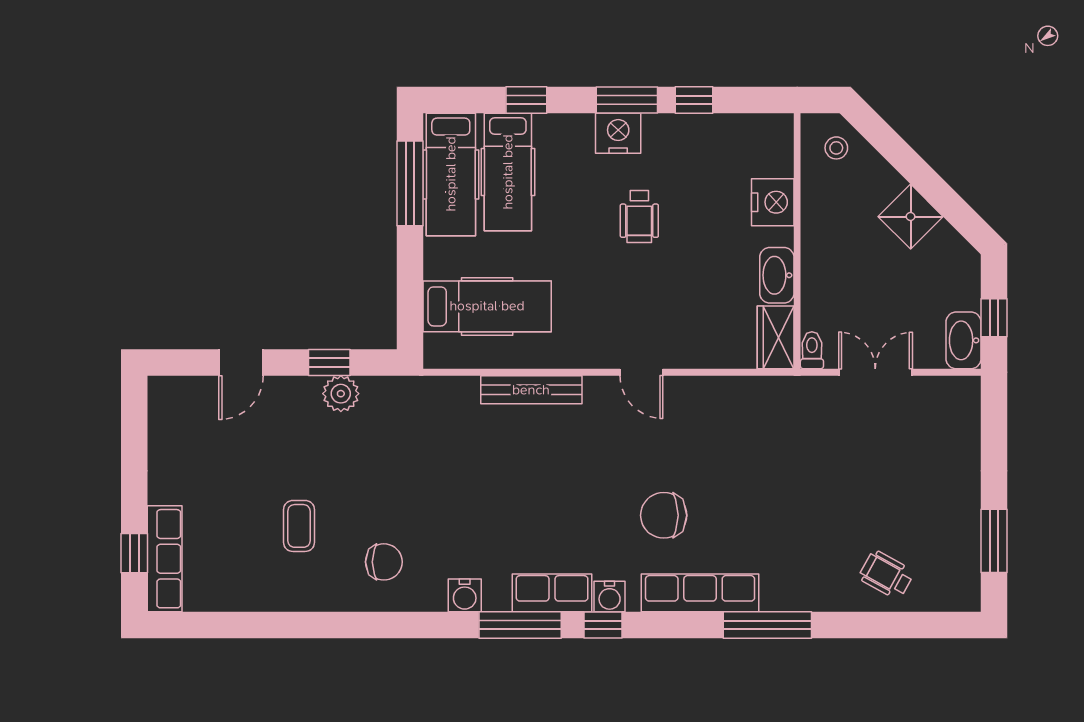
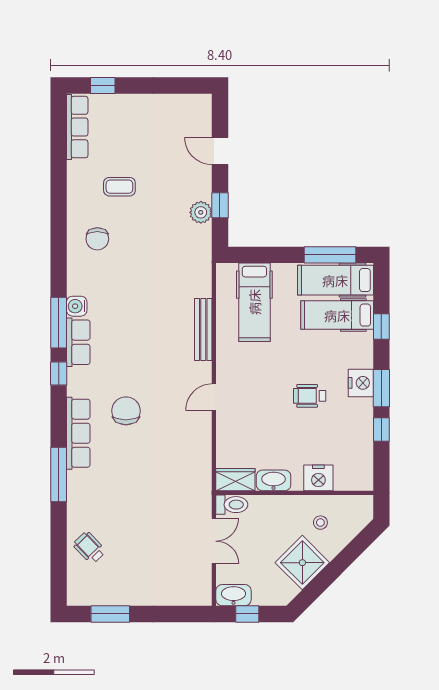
stool: (836, 148) -> (320, 523), moved
shower: (911, 217) -> (302, 563), width x1.36, depth x1.36
toilet: (812, 350) -> (232, 505), width x1.37, depth x1.39
row of seats: (165, 559) -> (77, 127), moved, turned -90
wheelchair: (886, 575) -> (89, 548), turned -73
water cooler: (465, 595) -> (77, 306), moved
water cooler: (610, 597) -> (76, 378), removed

